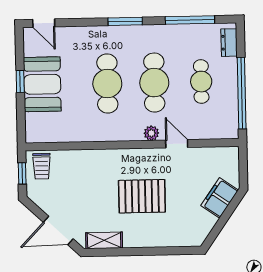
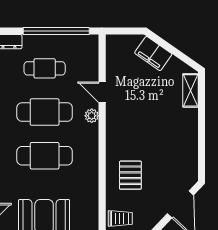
door: (177, 144) -> (102, 92), hinge flipped
pallet: (142, 196) -> (130, 175), moved, width x0.67, depth x0.71
shelving: (104, 240) -> (191, 90), moved

